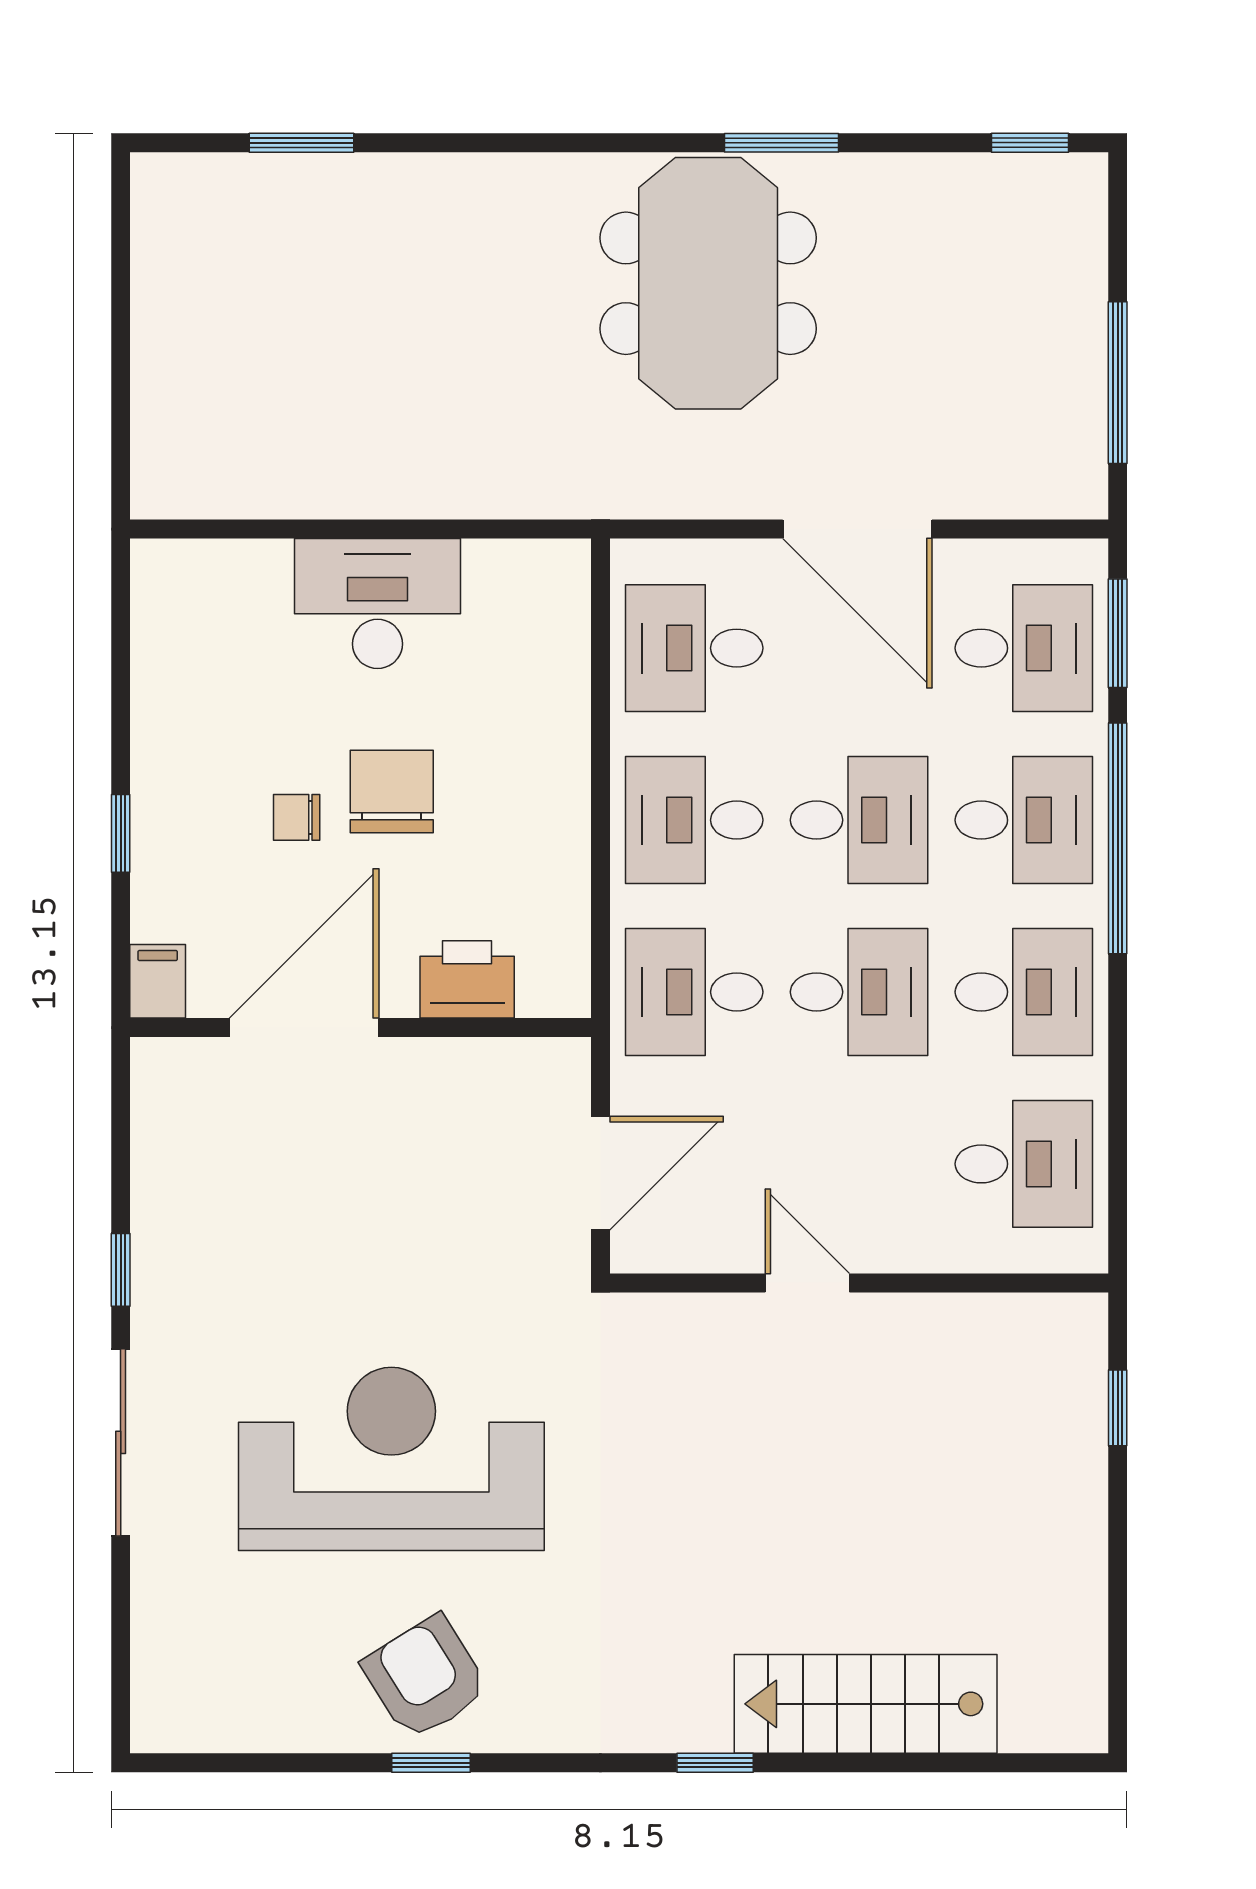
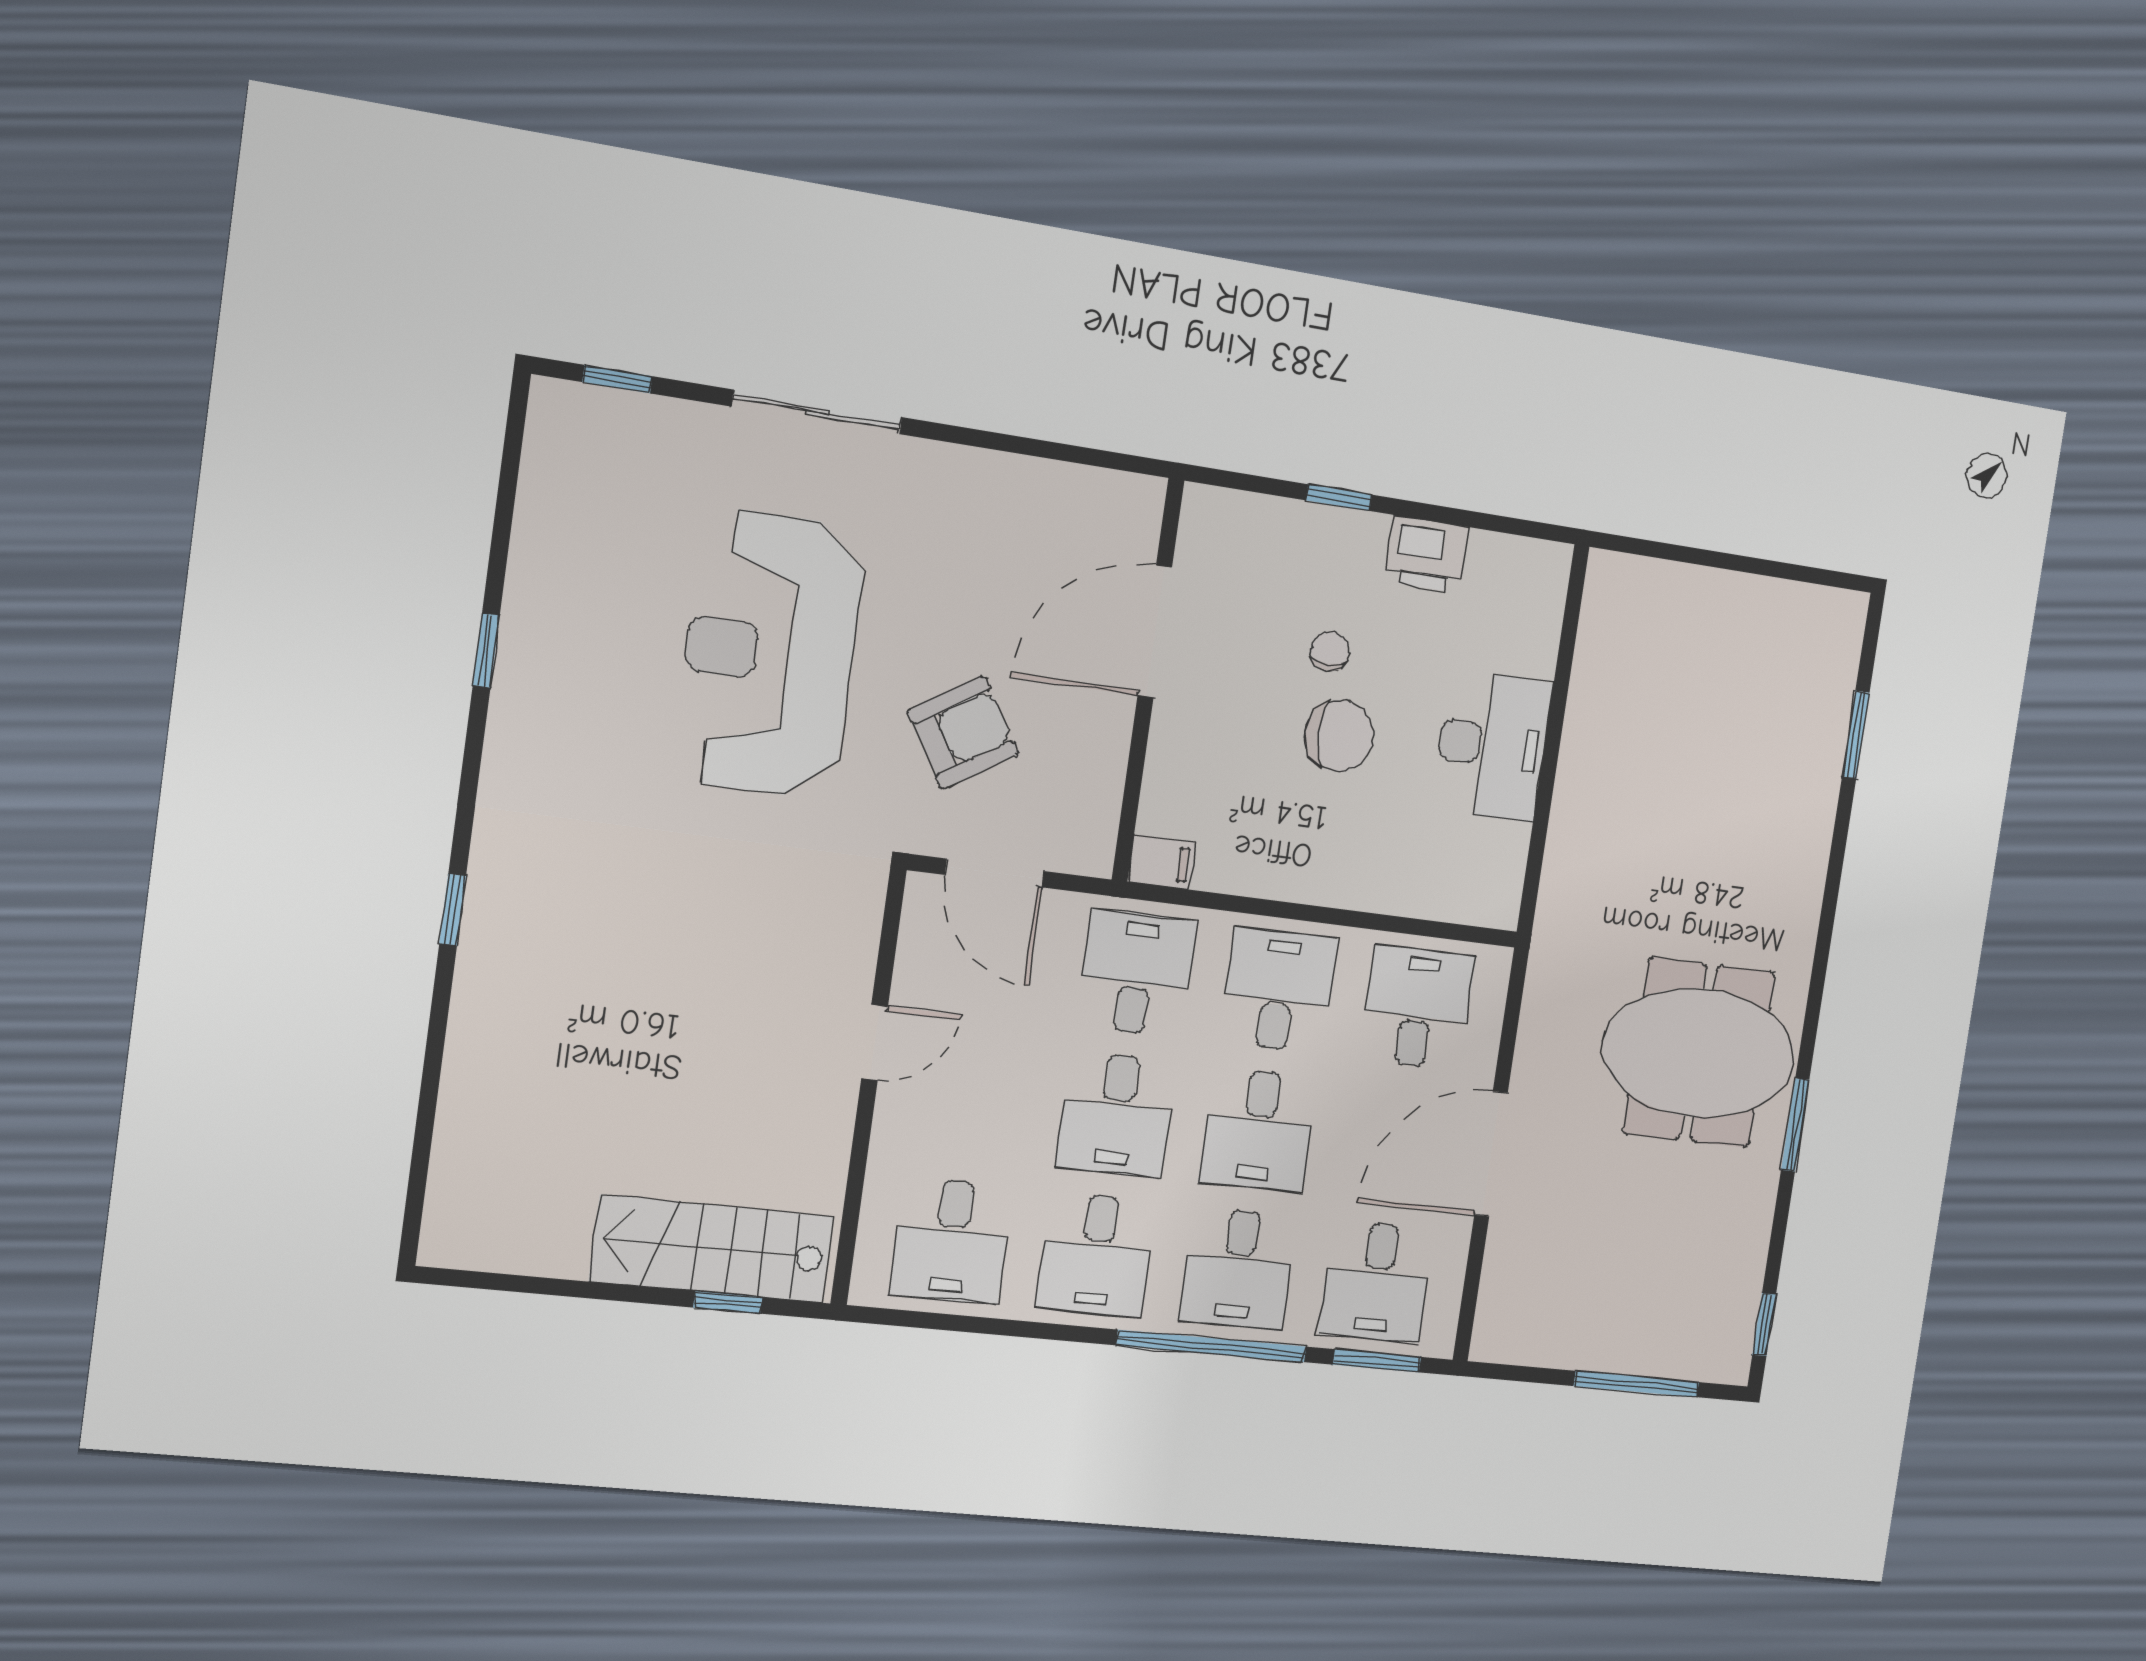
window: (1118, 383) -> (1637, 1384), moved
printer: (467, 979) -> (1426, 554), moved, turned 90
filing cabinet: (158, 981) -> (1162, 862), moved
door: (304, 1028) -> (1155, 631), swing flipped
window: (121, 1270) -> (617, 379), moved
reception desk: (391, 1459) -> (769, 654), turned 180
armchair: (425, 1678) -> (963, 732), moved
stairs: (866, 1704) -> (712, 1249), moved, turned -90

